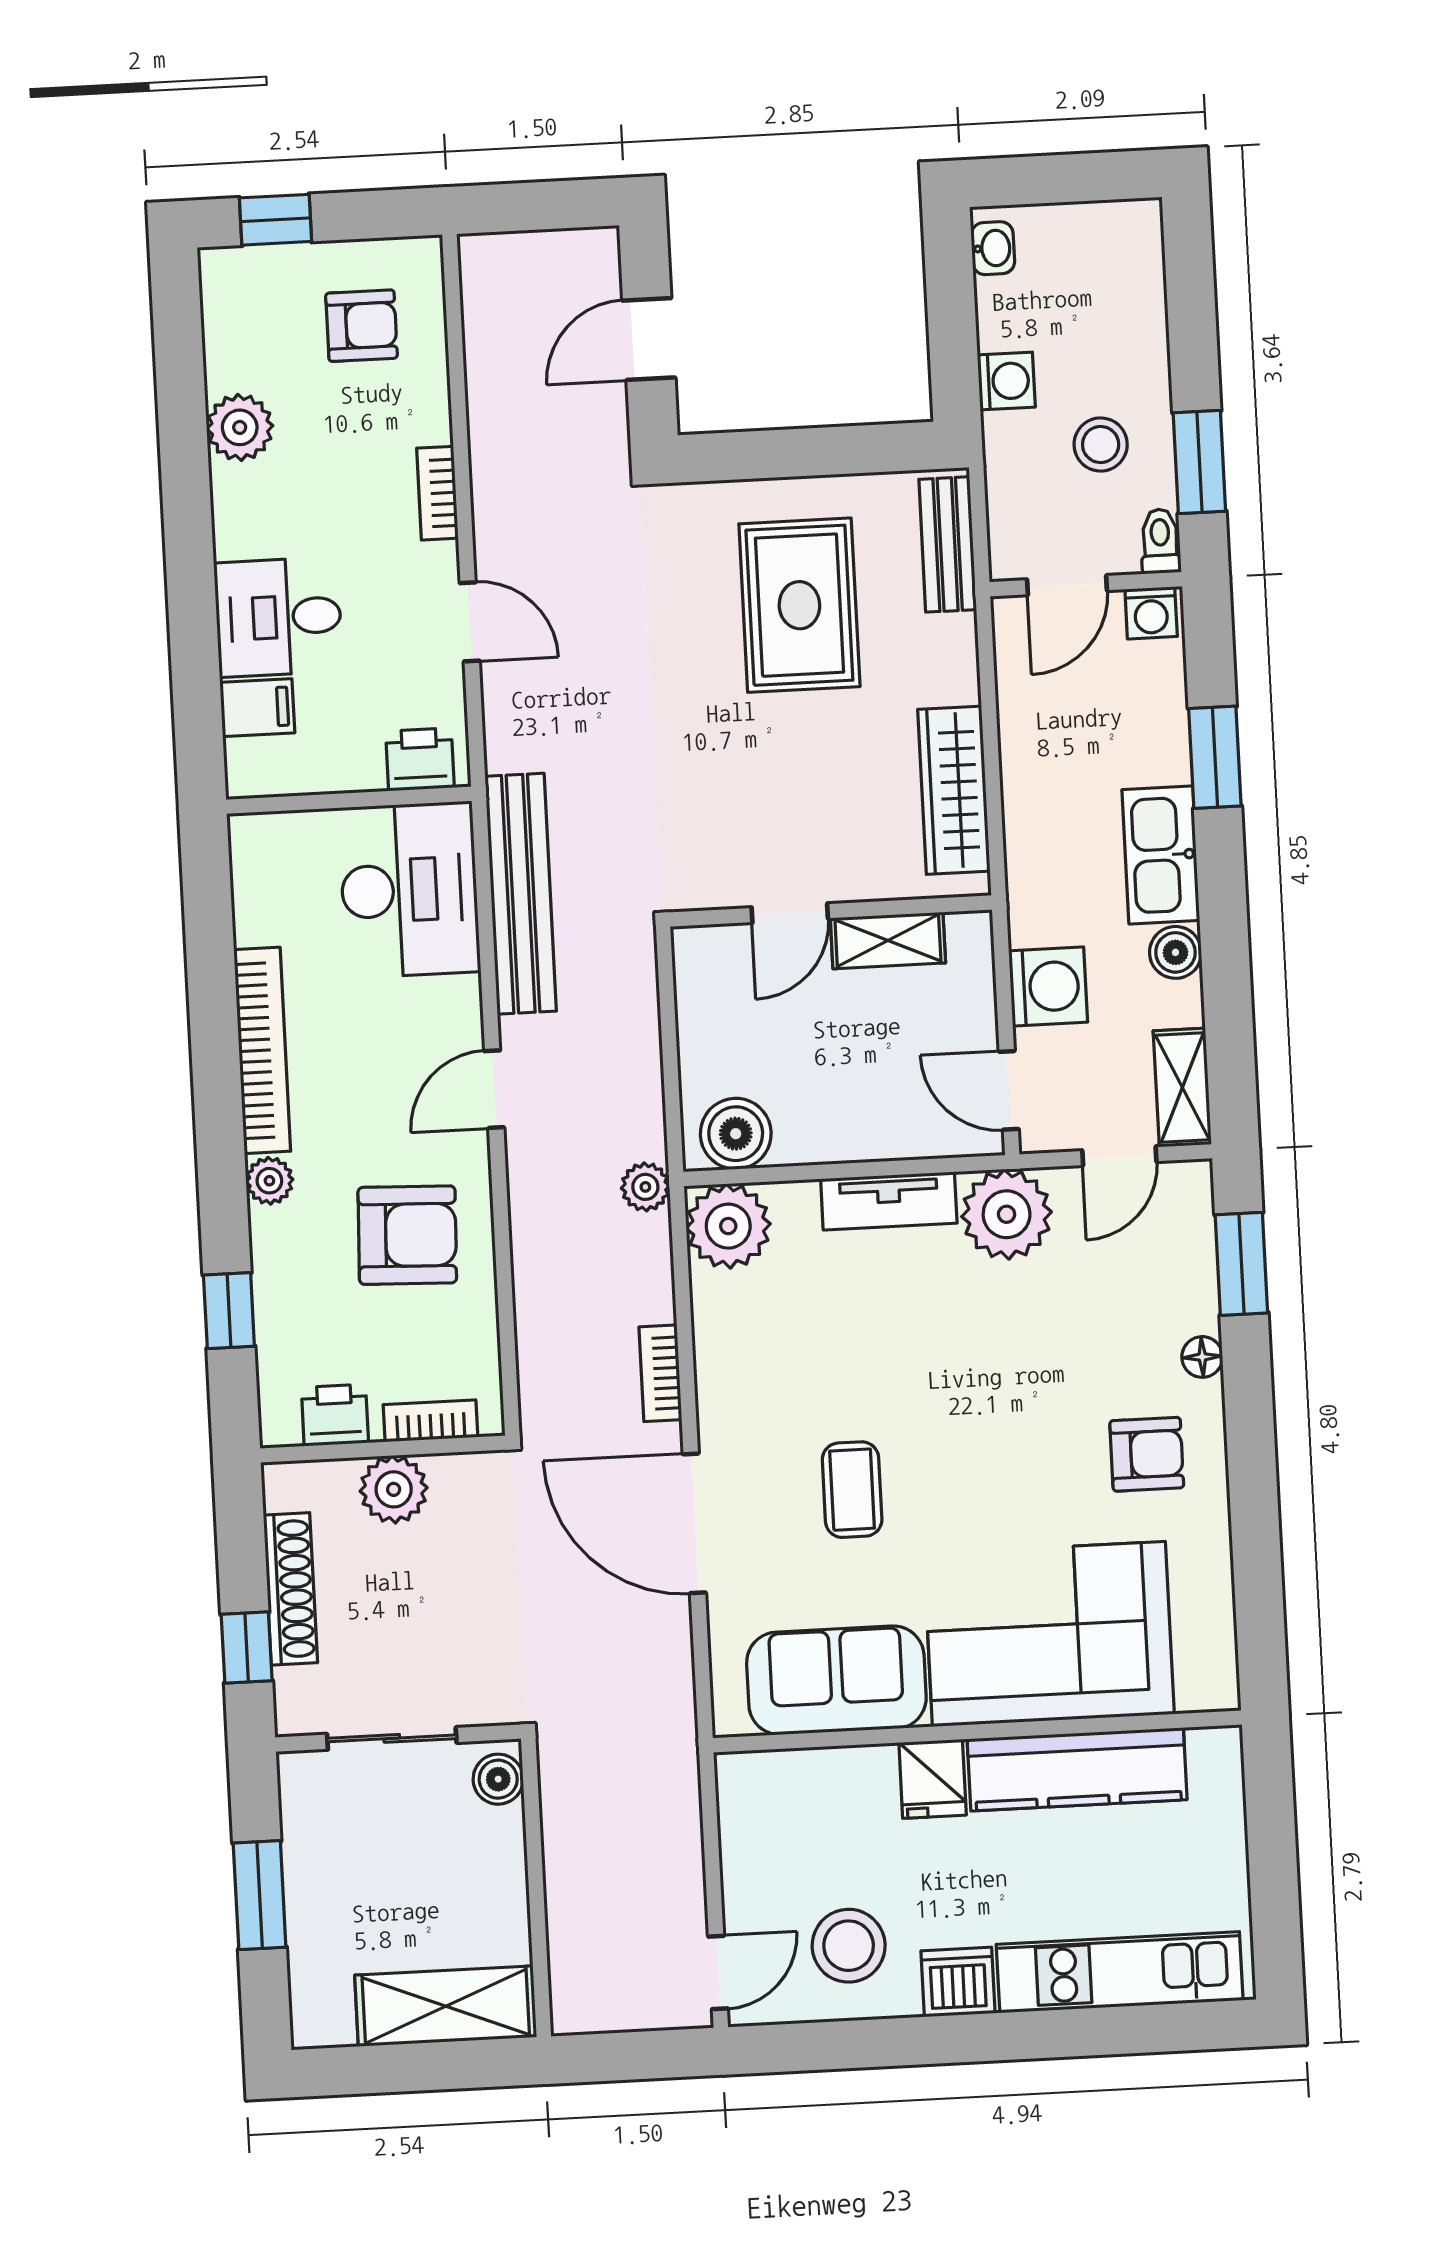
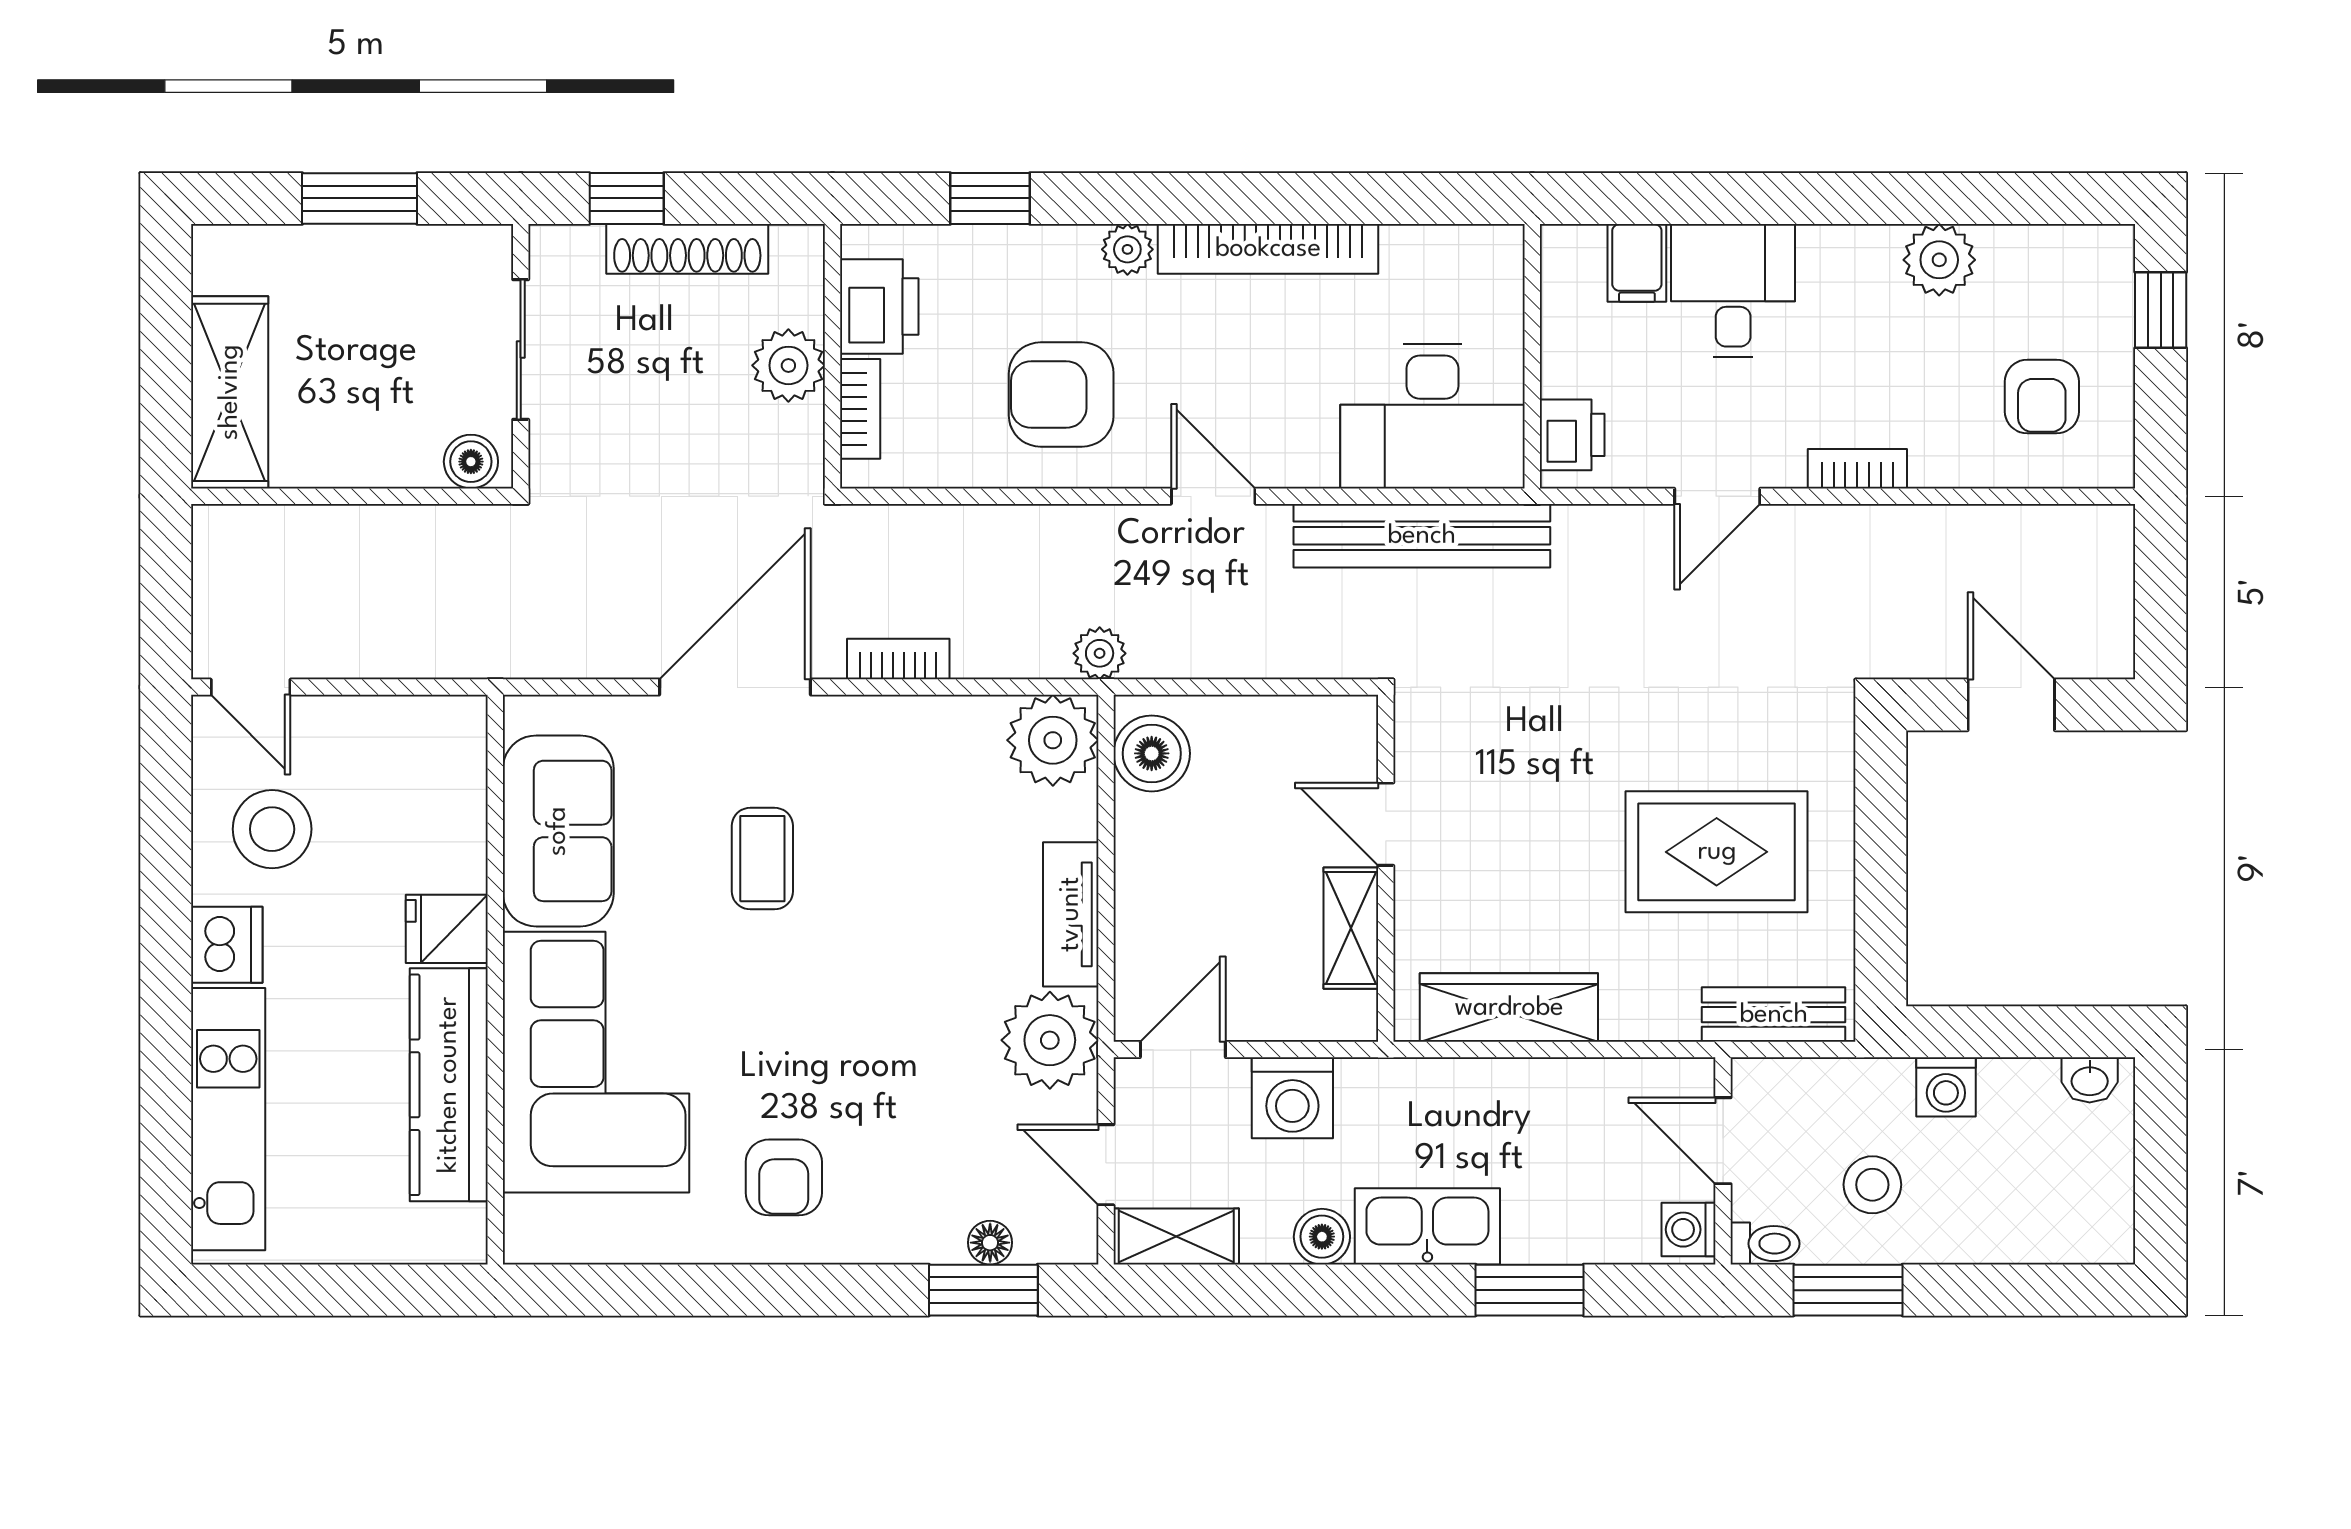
armchair: (407, 1235) -> (1061, 395), turned 88
floor lamp: (1202, 1357) -> (990, 1243), moved
printer: (335, 1415) -> (879, 307), width x1.36, depth x1.24
coffee table: (852, 1490) -> (762, 859), turned 90

